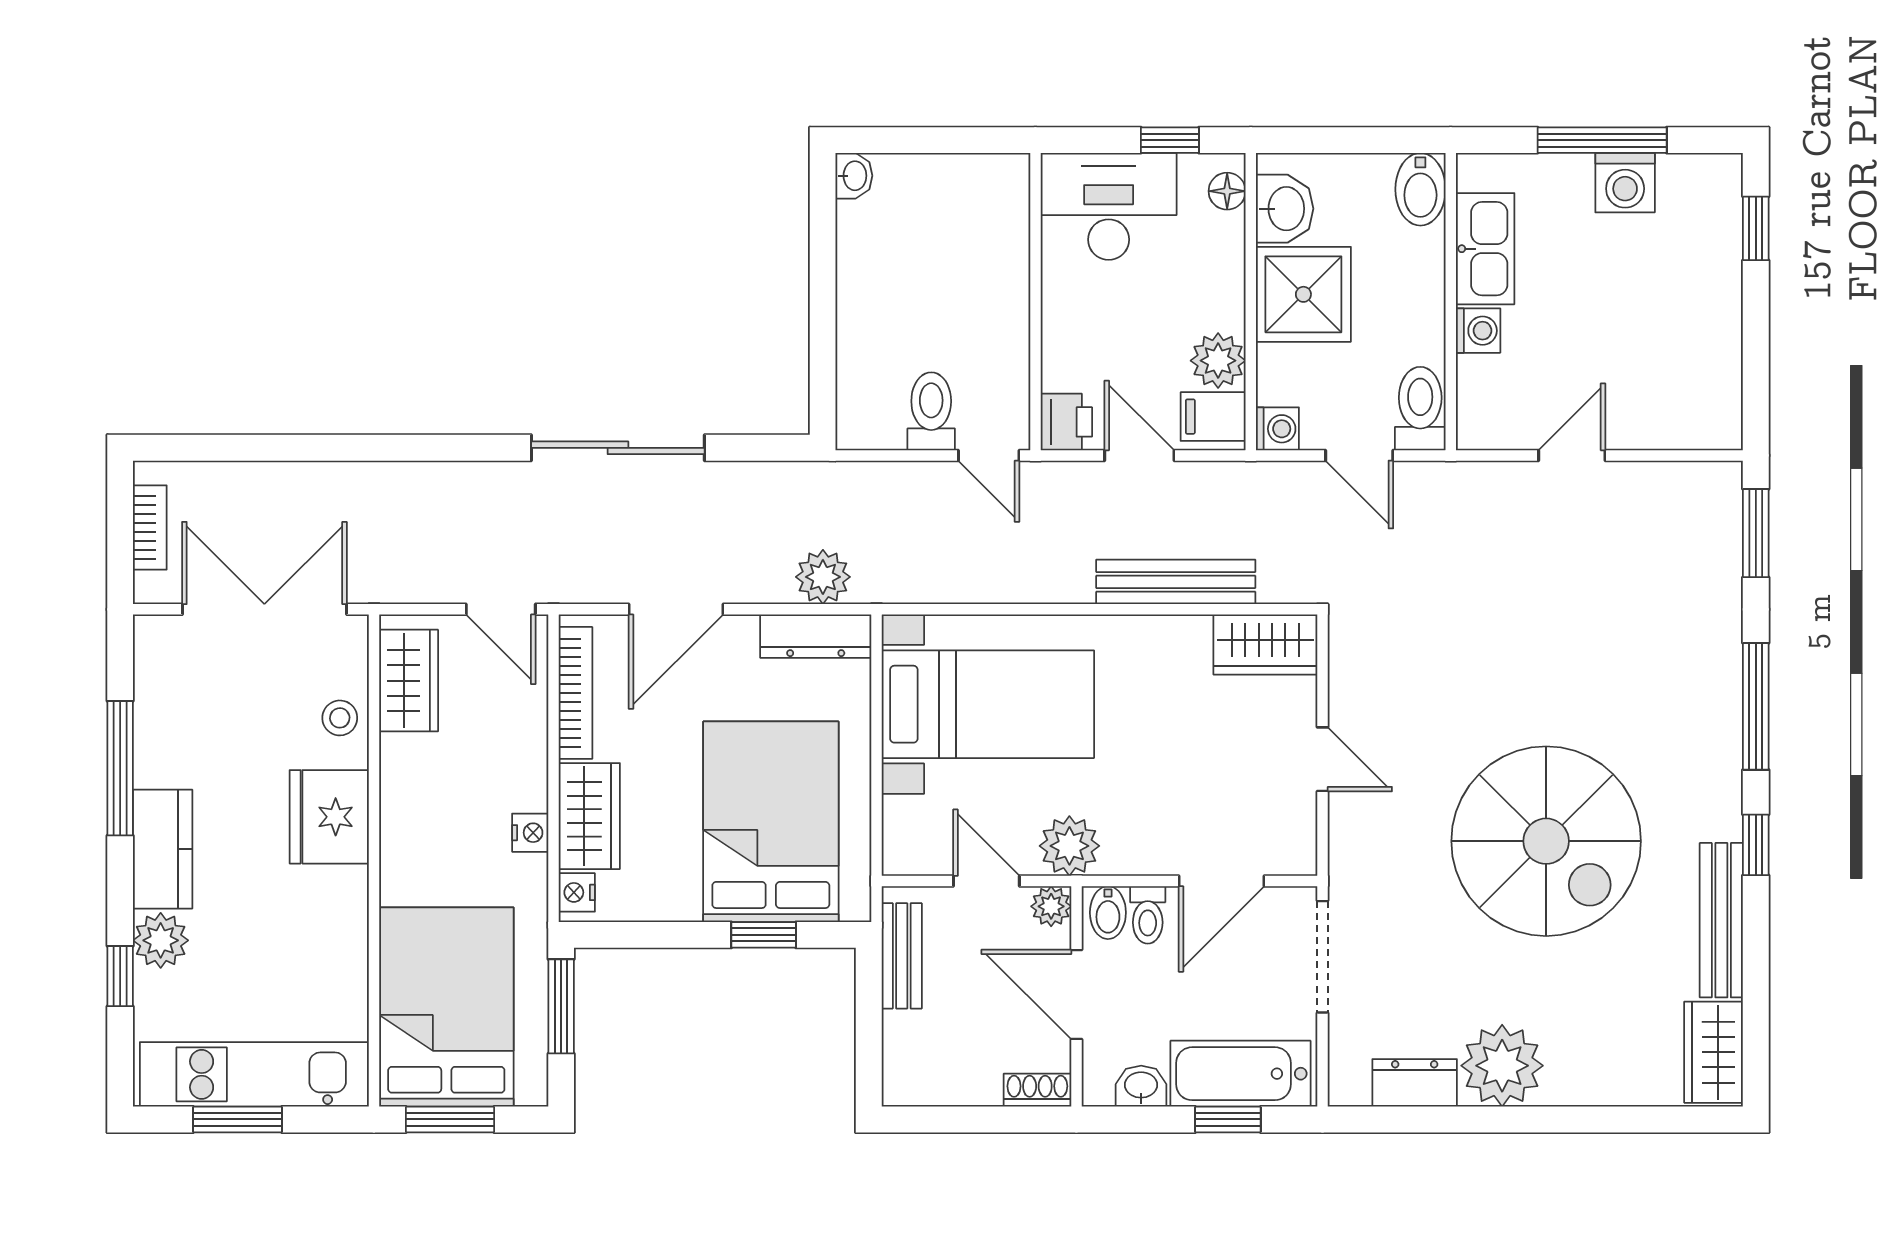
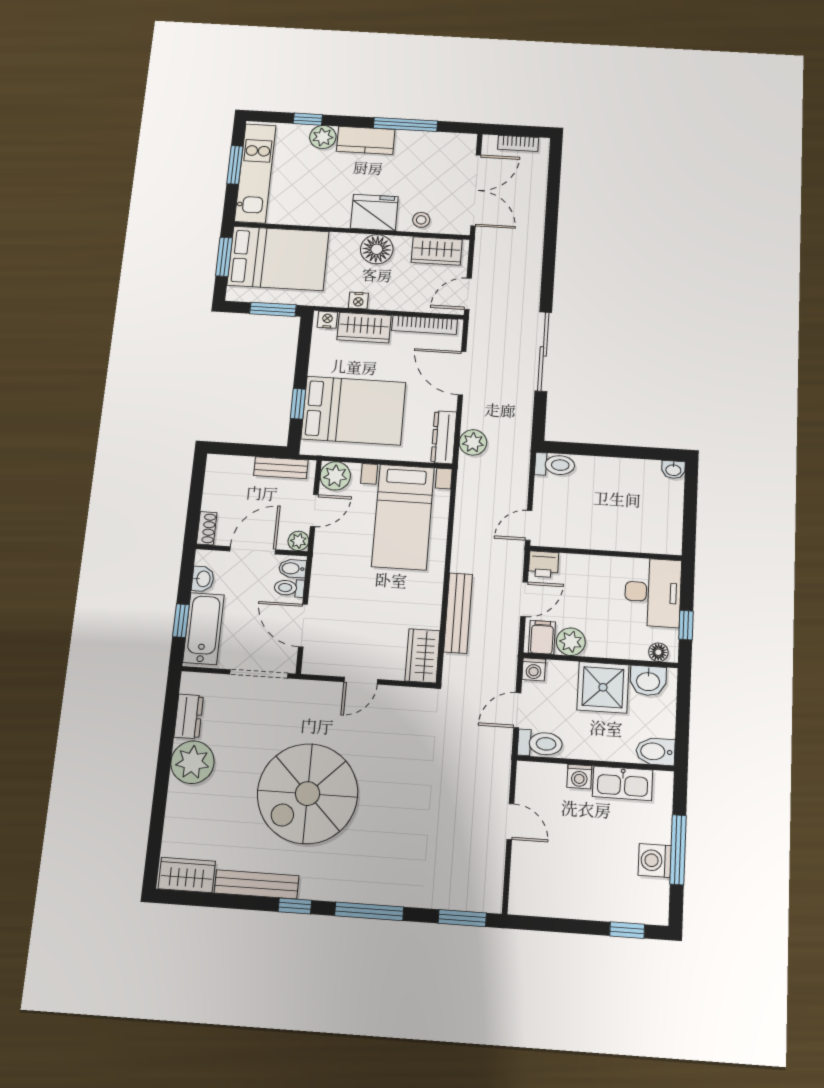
toilet: (931, 411) -> (555, 465), moved
floor lamp: (413, 805) -> (377, 249), added
plant: (1069, 846) -> (335, 476), moved

